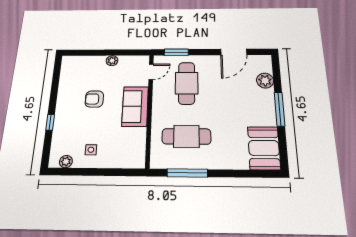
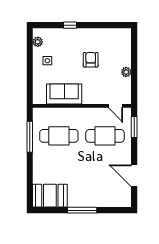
plant: (265, 81) -> (107, 200), removed
sofa: (135, 106) -> (64, 94), moved
cafe table: (186, 136) -> (59, 136), turned 90

